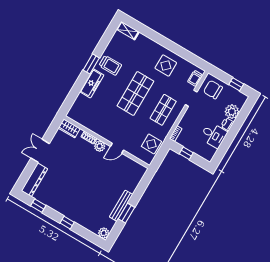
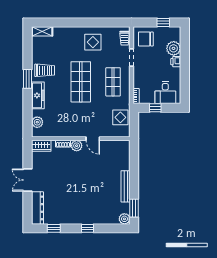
plant: (78, 106) -> (37, 122), added
desk: (214, 135) -> (165, 93), moved, turned 90
door: (117, 148) -> (93, 139), hinge flipped
window: (127, 213) -> (134, 208), moved

